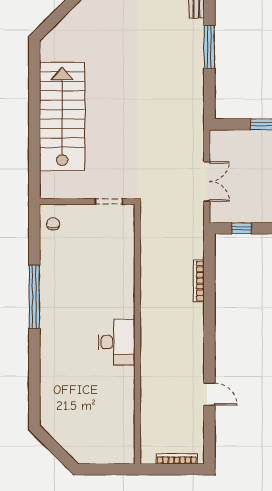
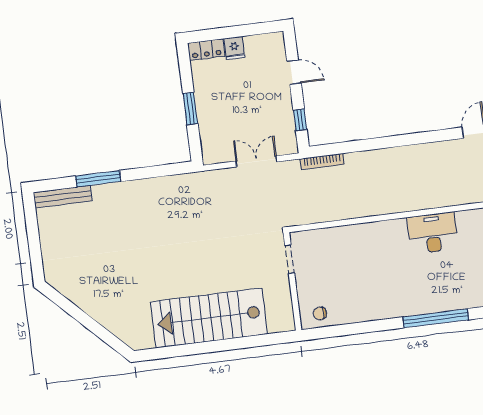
window: (209, 47) -> (98, 179), moved
bookcase: (199, 281) -> (322, 161), moved
window: (34, 297) -> (436, 318), moved

